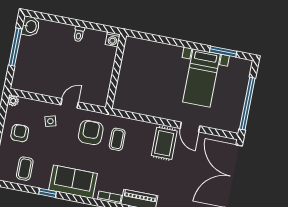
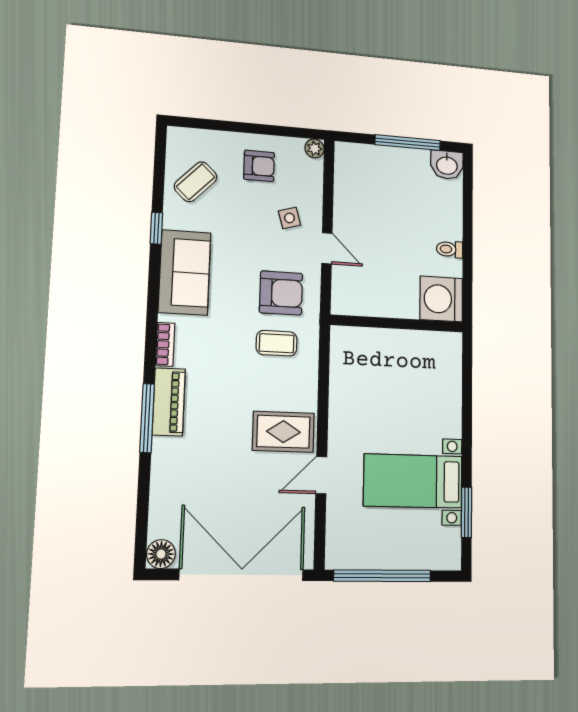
washing machine: (113, 39) -> (441, 299), width x1.89, depth x1.89
coffee table: (25, 169) -> (196, 182), turned -46

